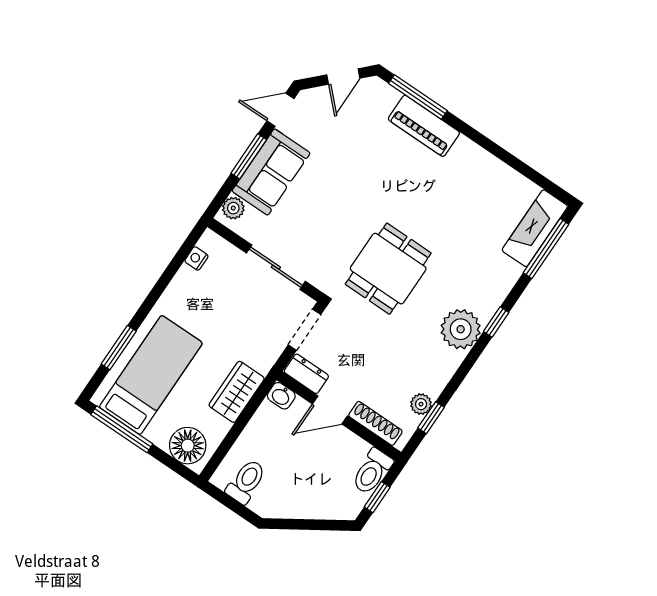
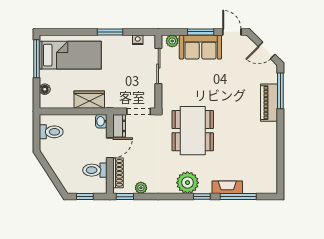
fireplace: (535, 228) -> (227, 187), moved, width x0.73, depth x0.76
window: (546, 249) -> (238, 197), moved
sliding door: (276, 267) -> (158, 66), moved
dining table: (388, 269) -> (193, 131), width x1.38
window: (119, 348) -> (110, 32), moved
door: (330, 410) -> (110, 148), swing flipped
window: (431, 418) -> (125, 197), moved
floor lamp: (188, 446) -> (45, 89), width x0.53, depth x0.53
toilet: (372, 471) -> (95, 170), moved

